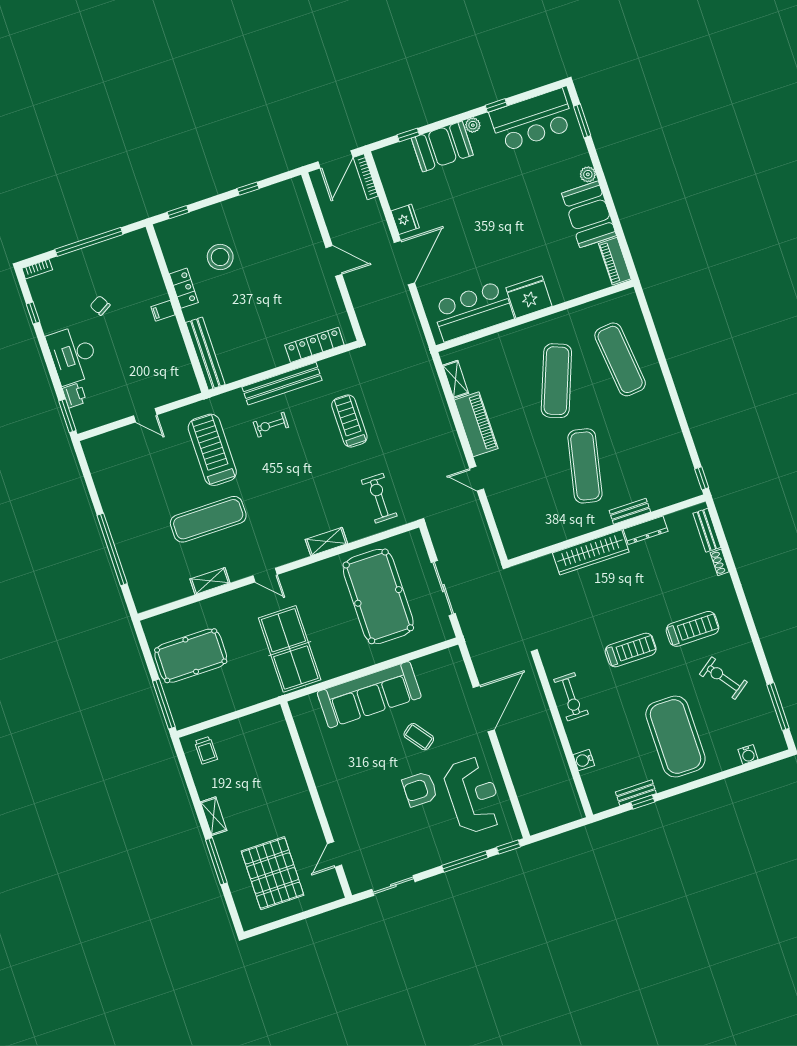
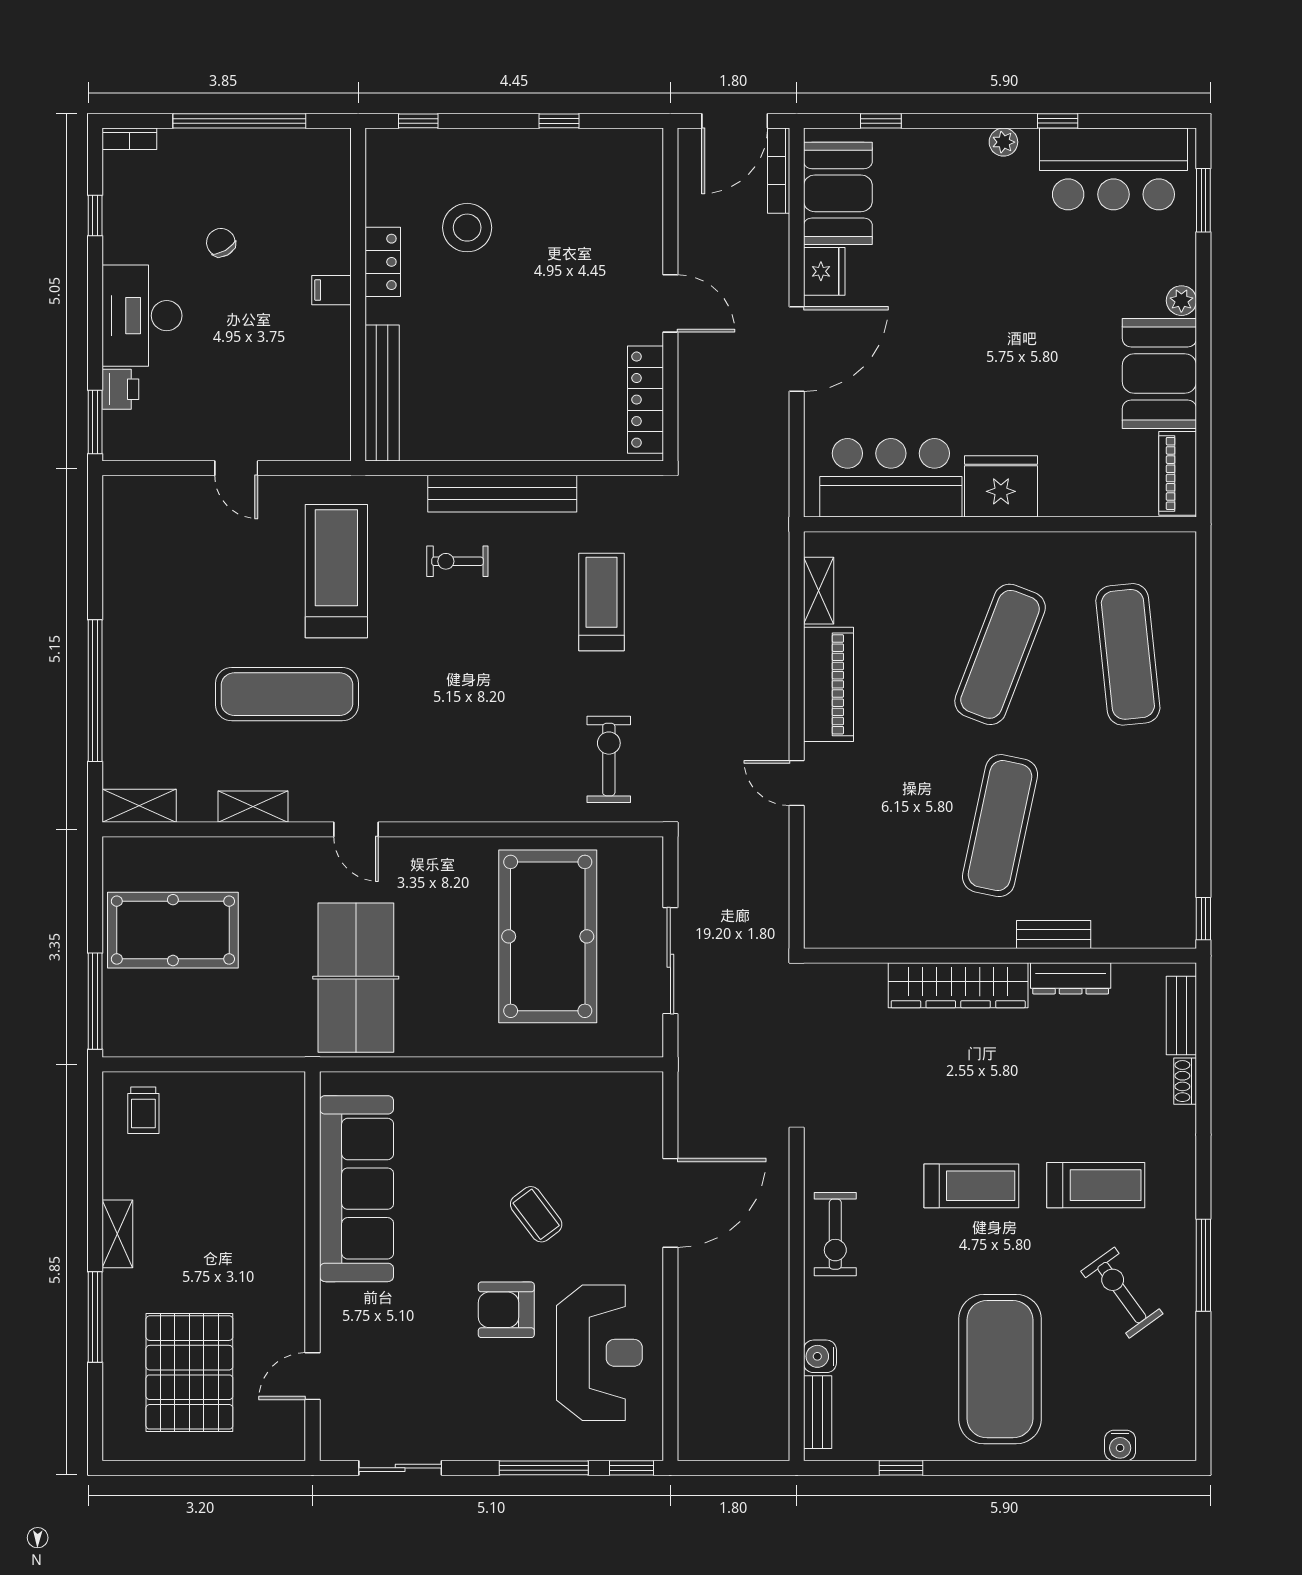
booth: (442, 147) -> (838, 193), moved, turned 90
locker: (314, 345) -> (645, 400), moved, turned -90
shelving: (326, 541) -> (139, 806), moved
sofa: (369, 695) -> (356, 1189), moved, turned -90
window: (778, 707) -> (1203, 1265), moved
bench: (636, 793) -> (818, 1412), moved, turned 90

